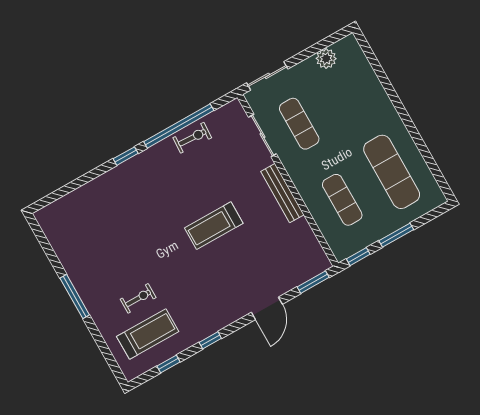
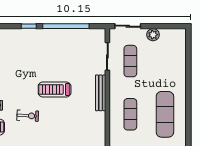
plant: (326, 59) -> (153, 35), moved
exercise bike: (192, 138) -> (28, 116), moved

